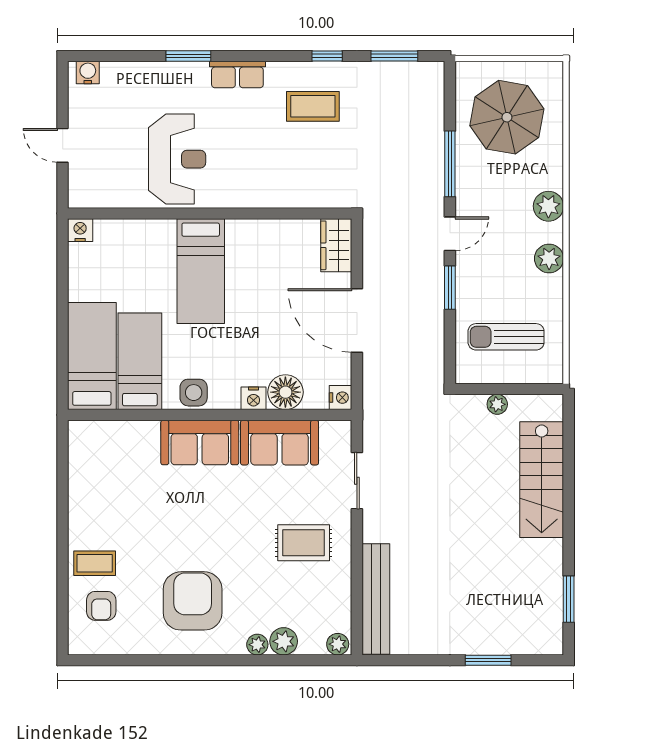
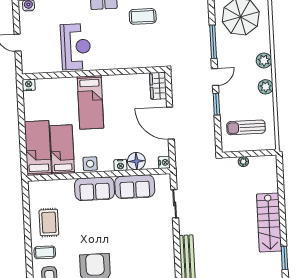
stairs: (542, 480) -> (269, 223), moved
rug: (304, 543) -> (49, 223), moved, turned 90

